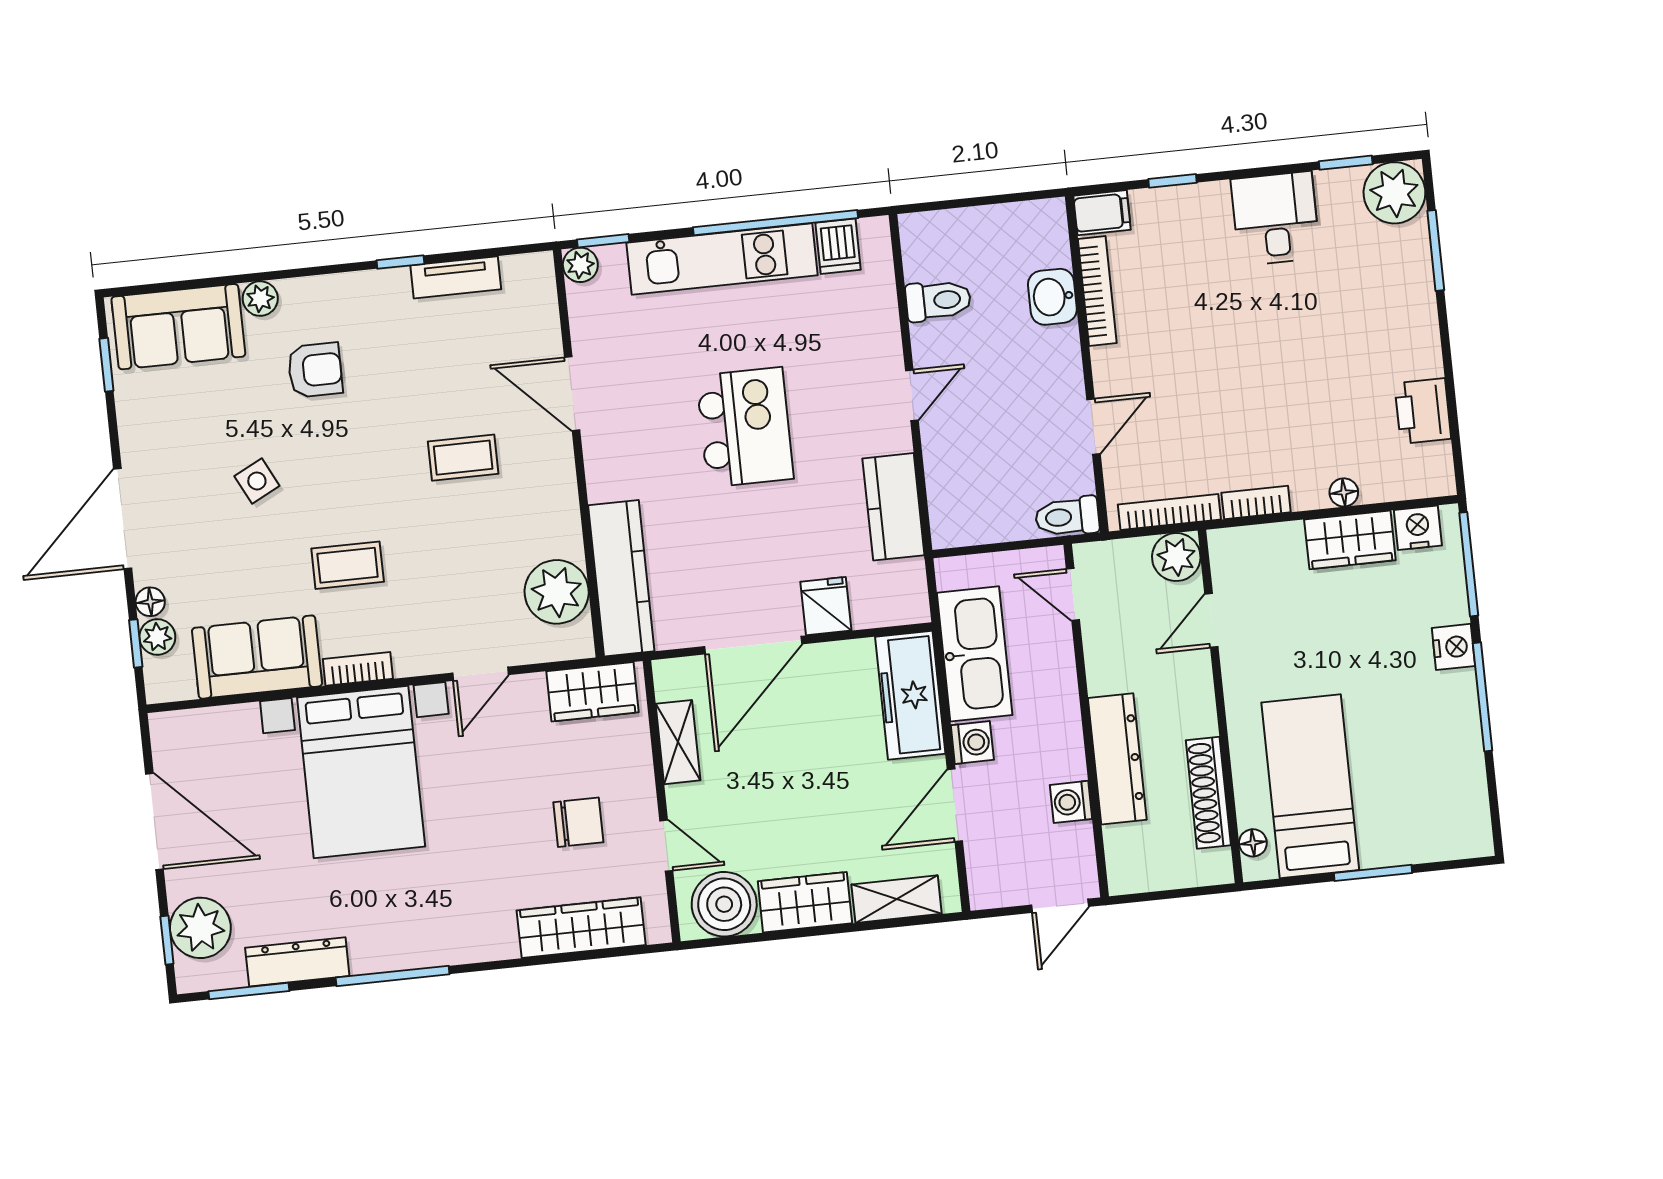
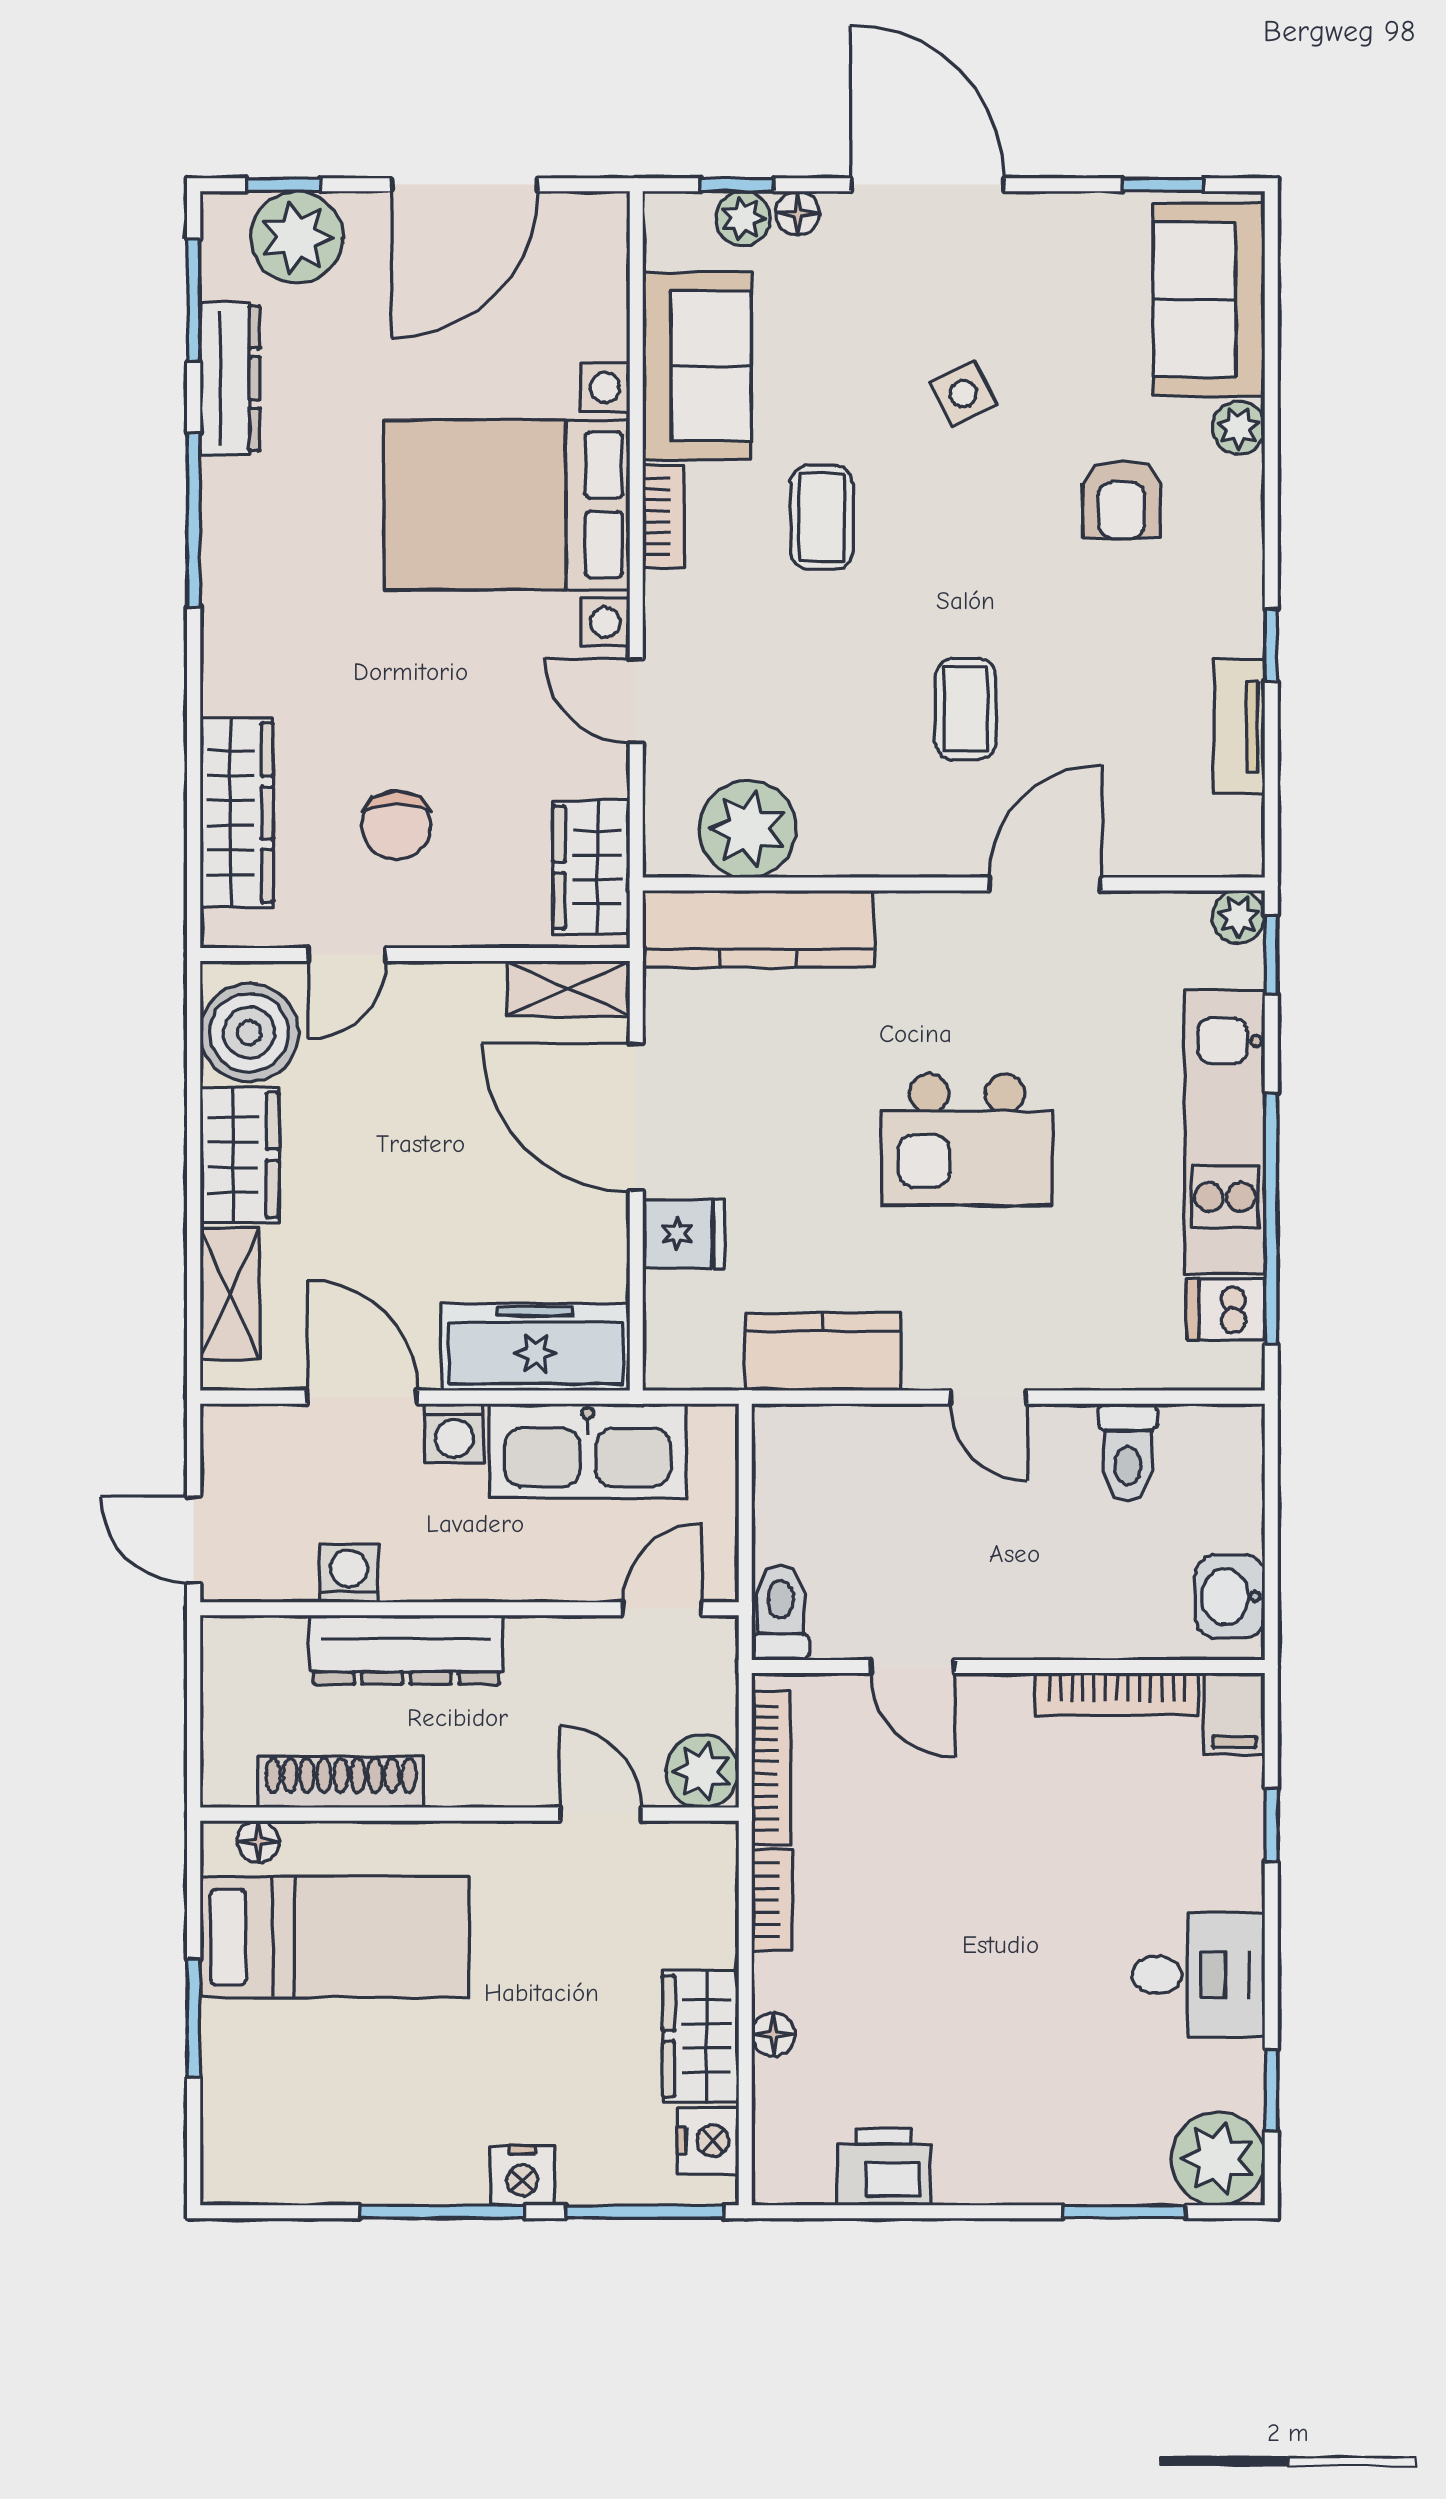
washbasin: (1052, 297) -> (1230, 1597), moved, turned -90
shelving: (678, 742) -> (568, 989), moved

